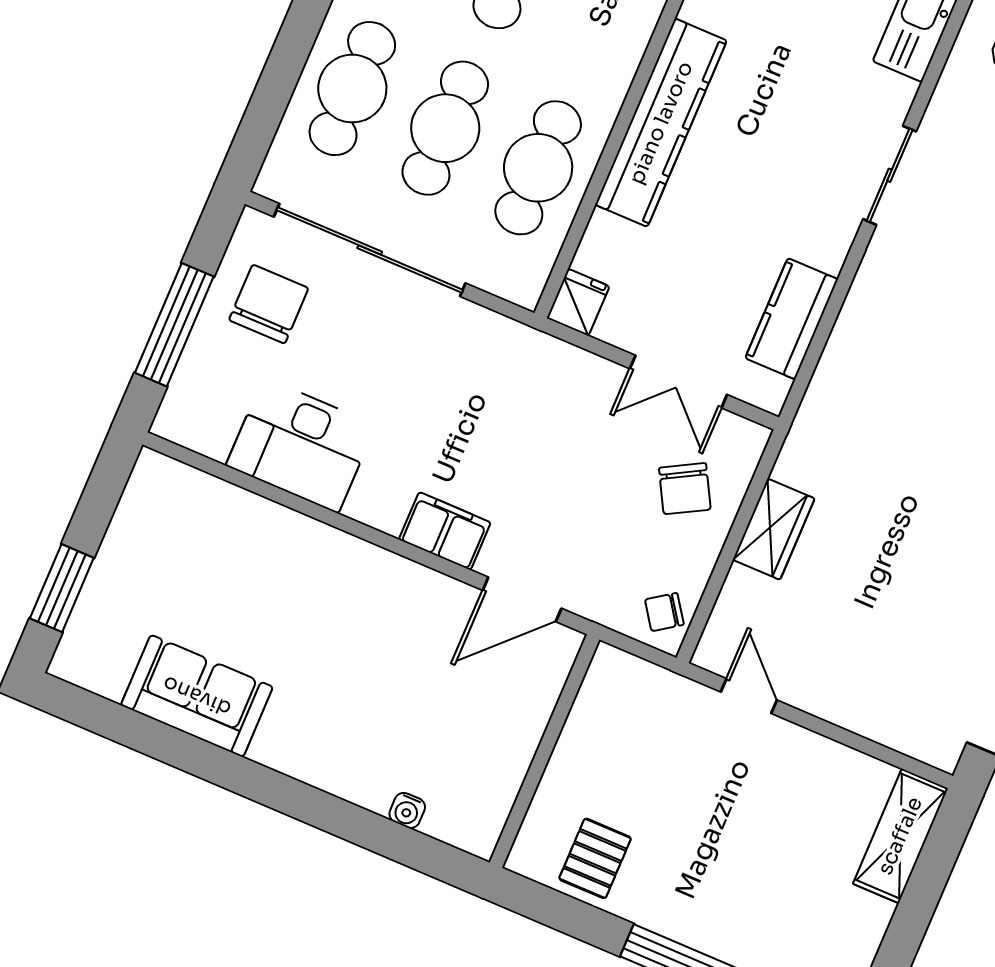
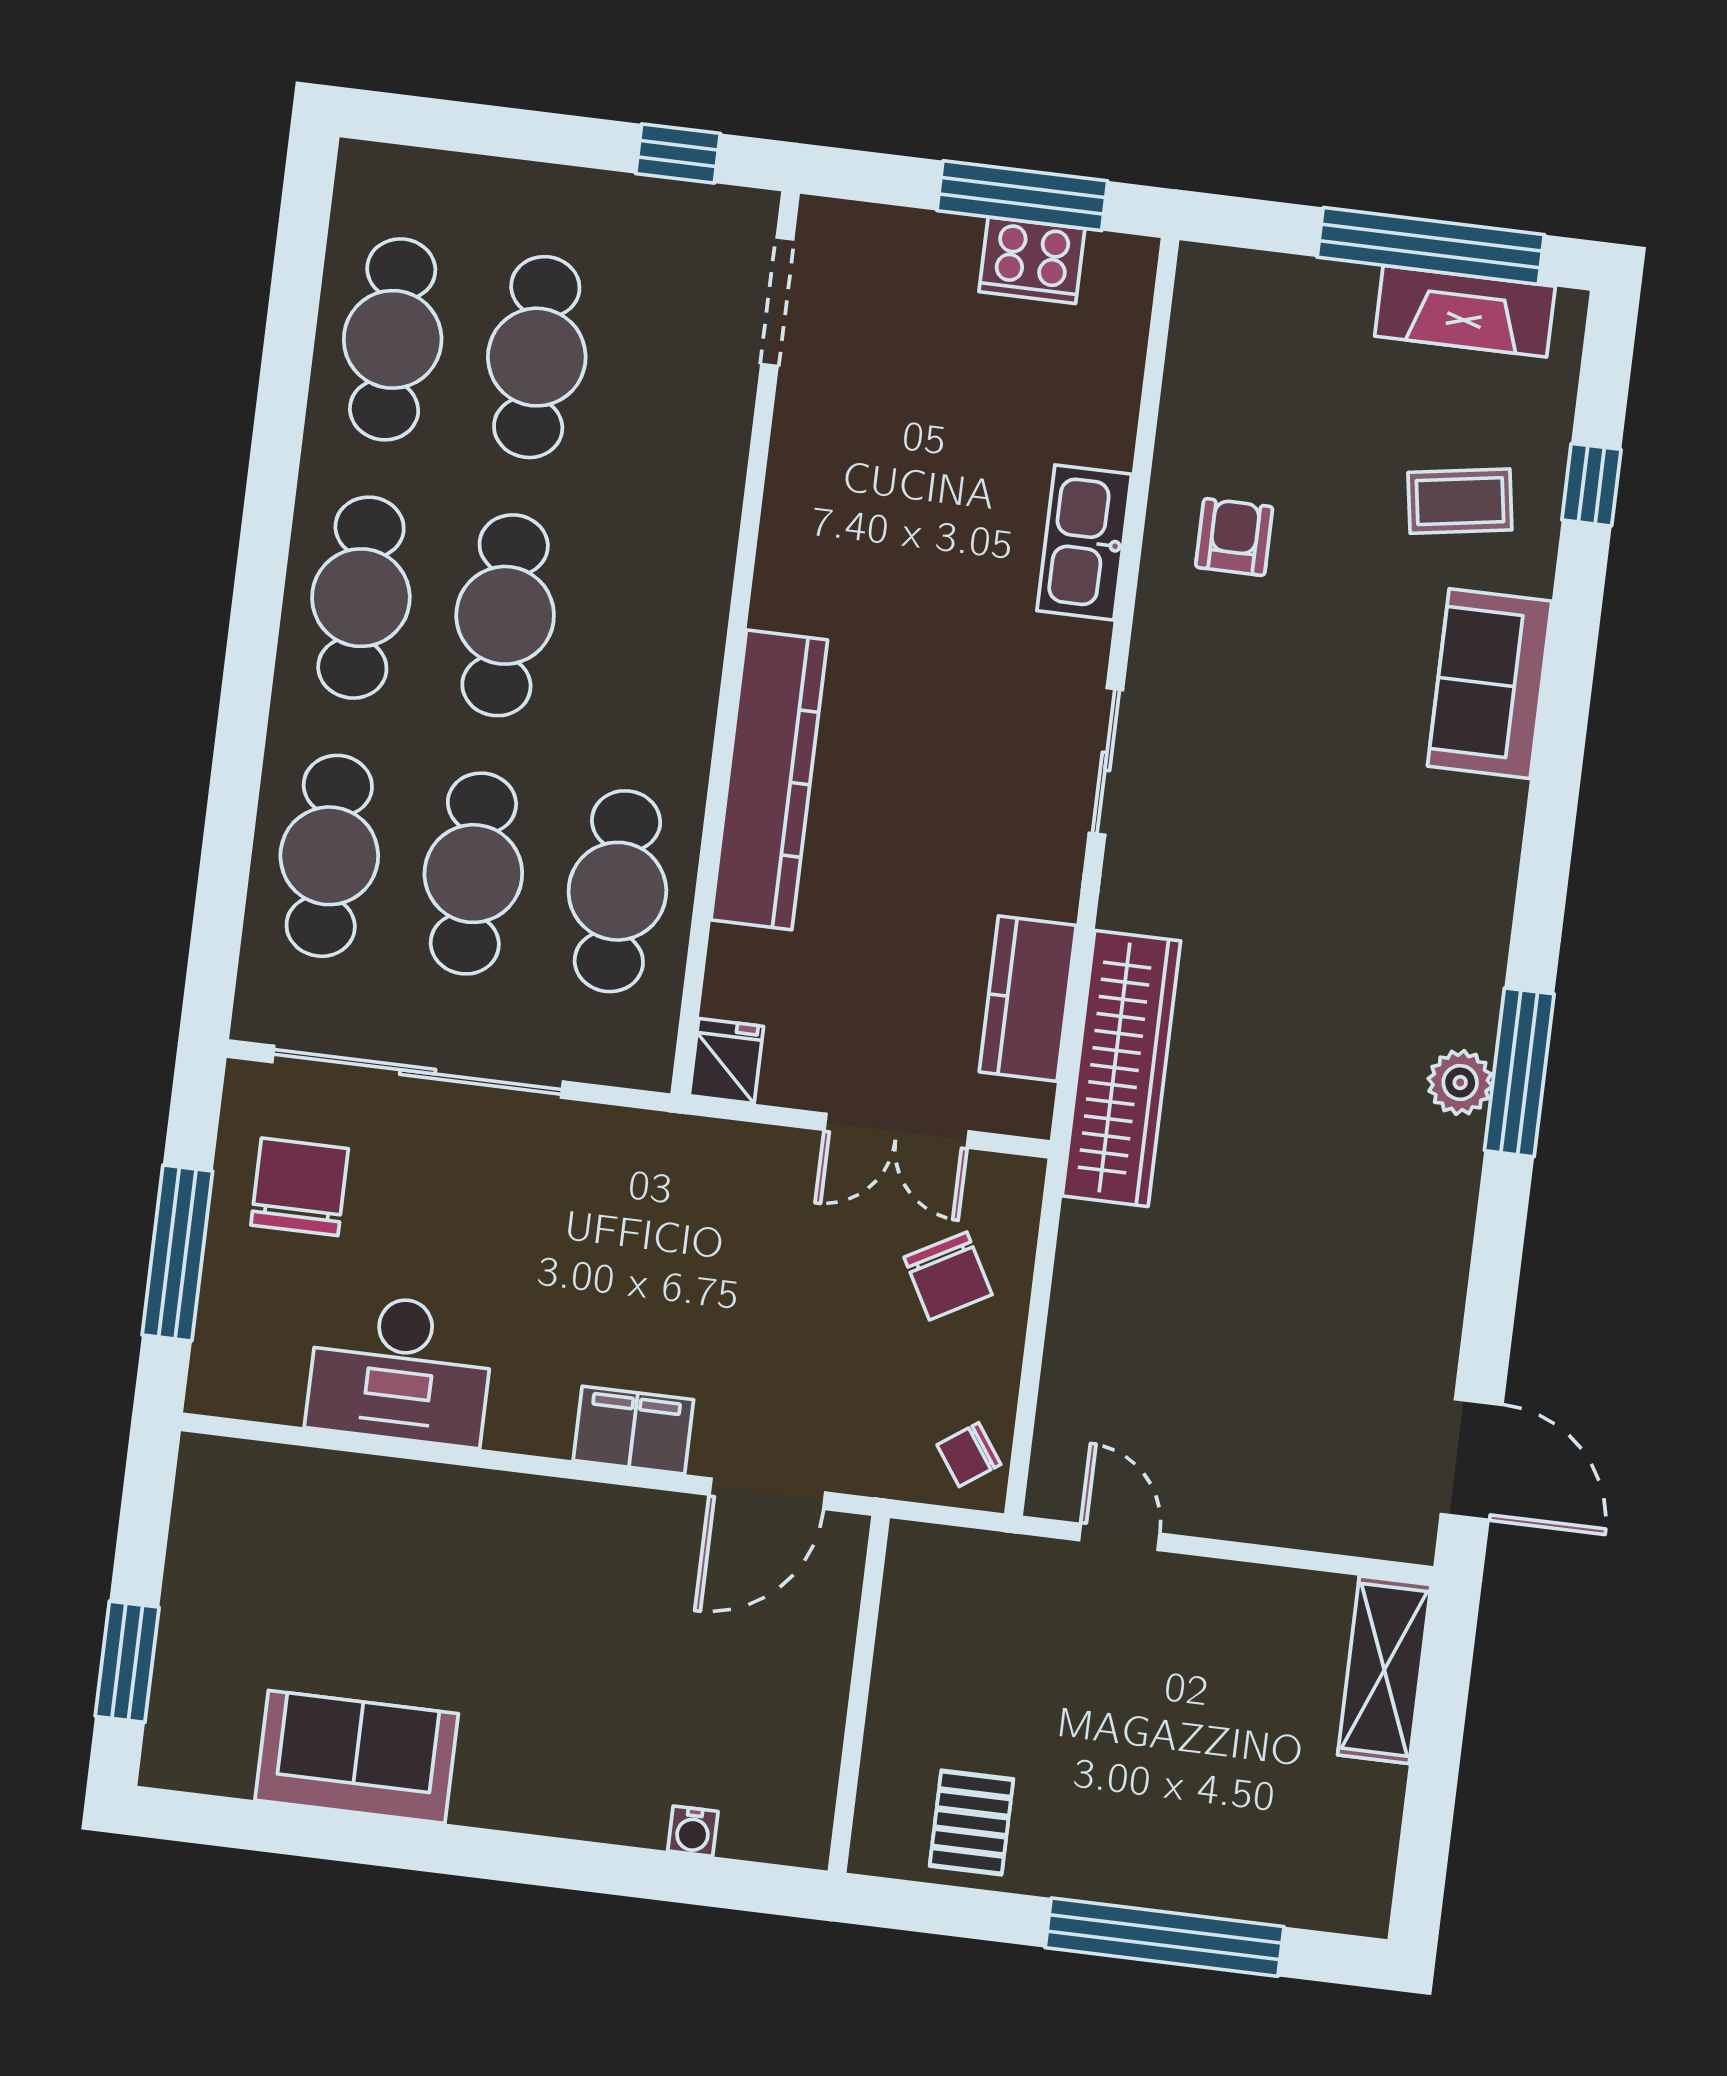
wardrobe: (774, 529) -> (1121, 1068), moved, width x2.10, depth x1.17

